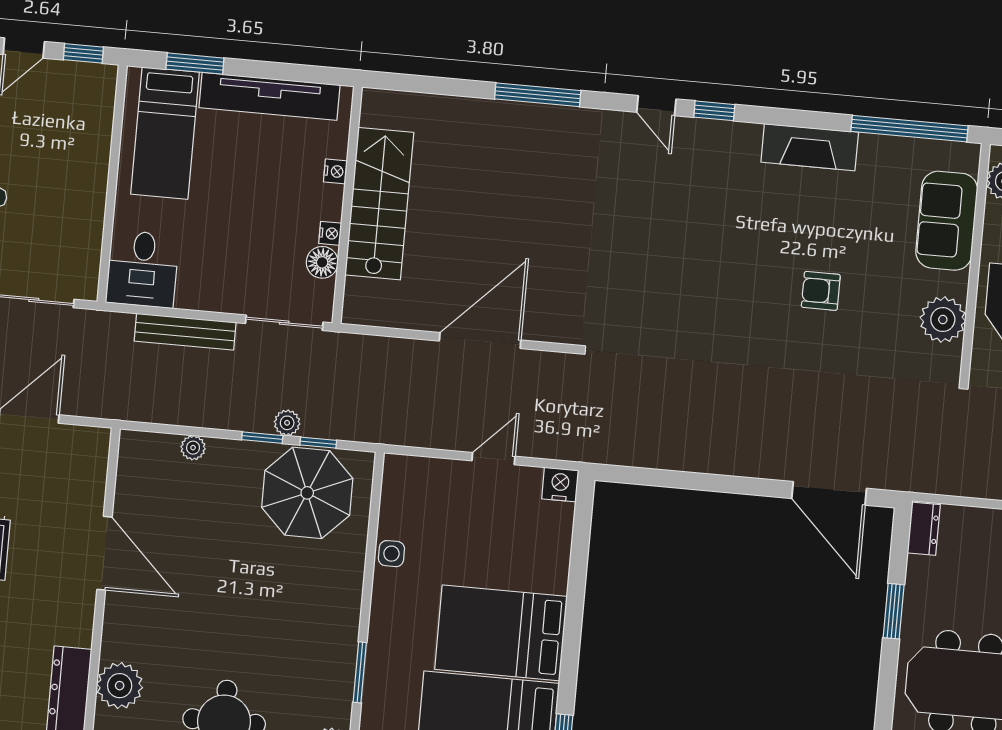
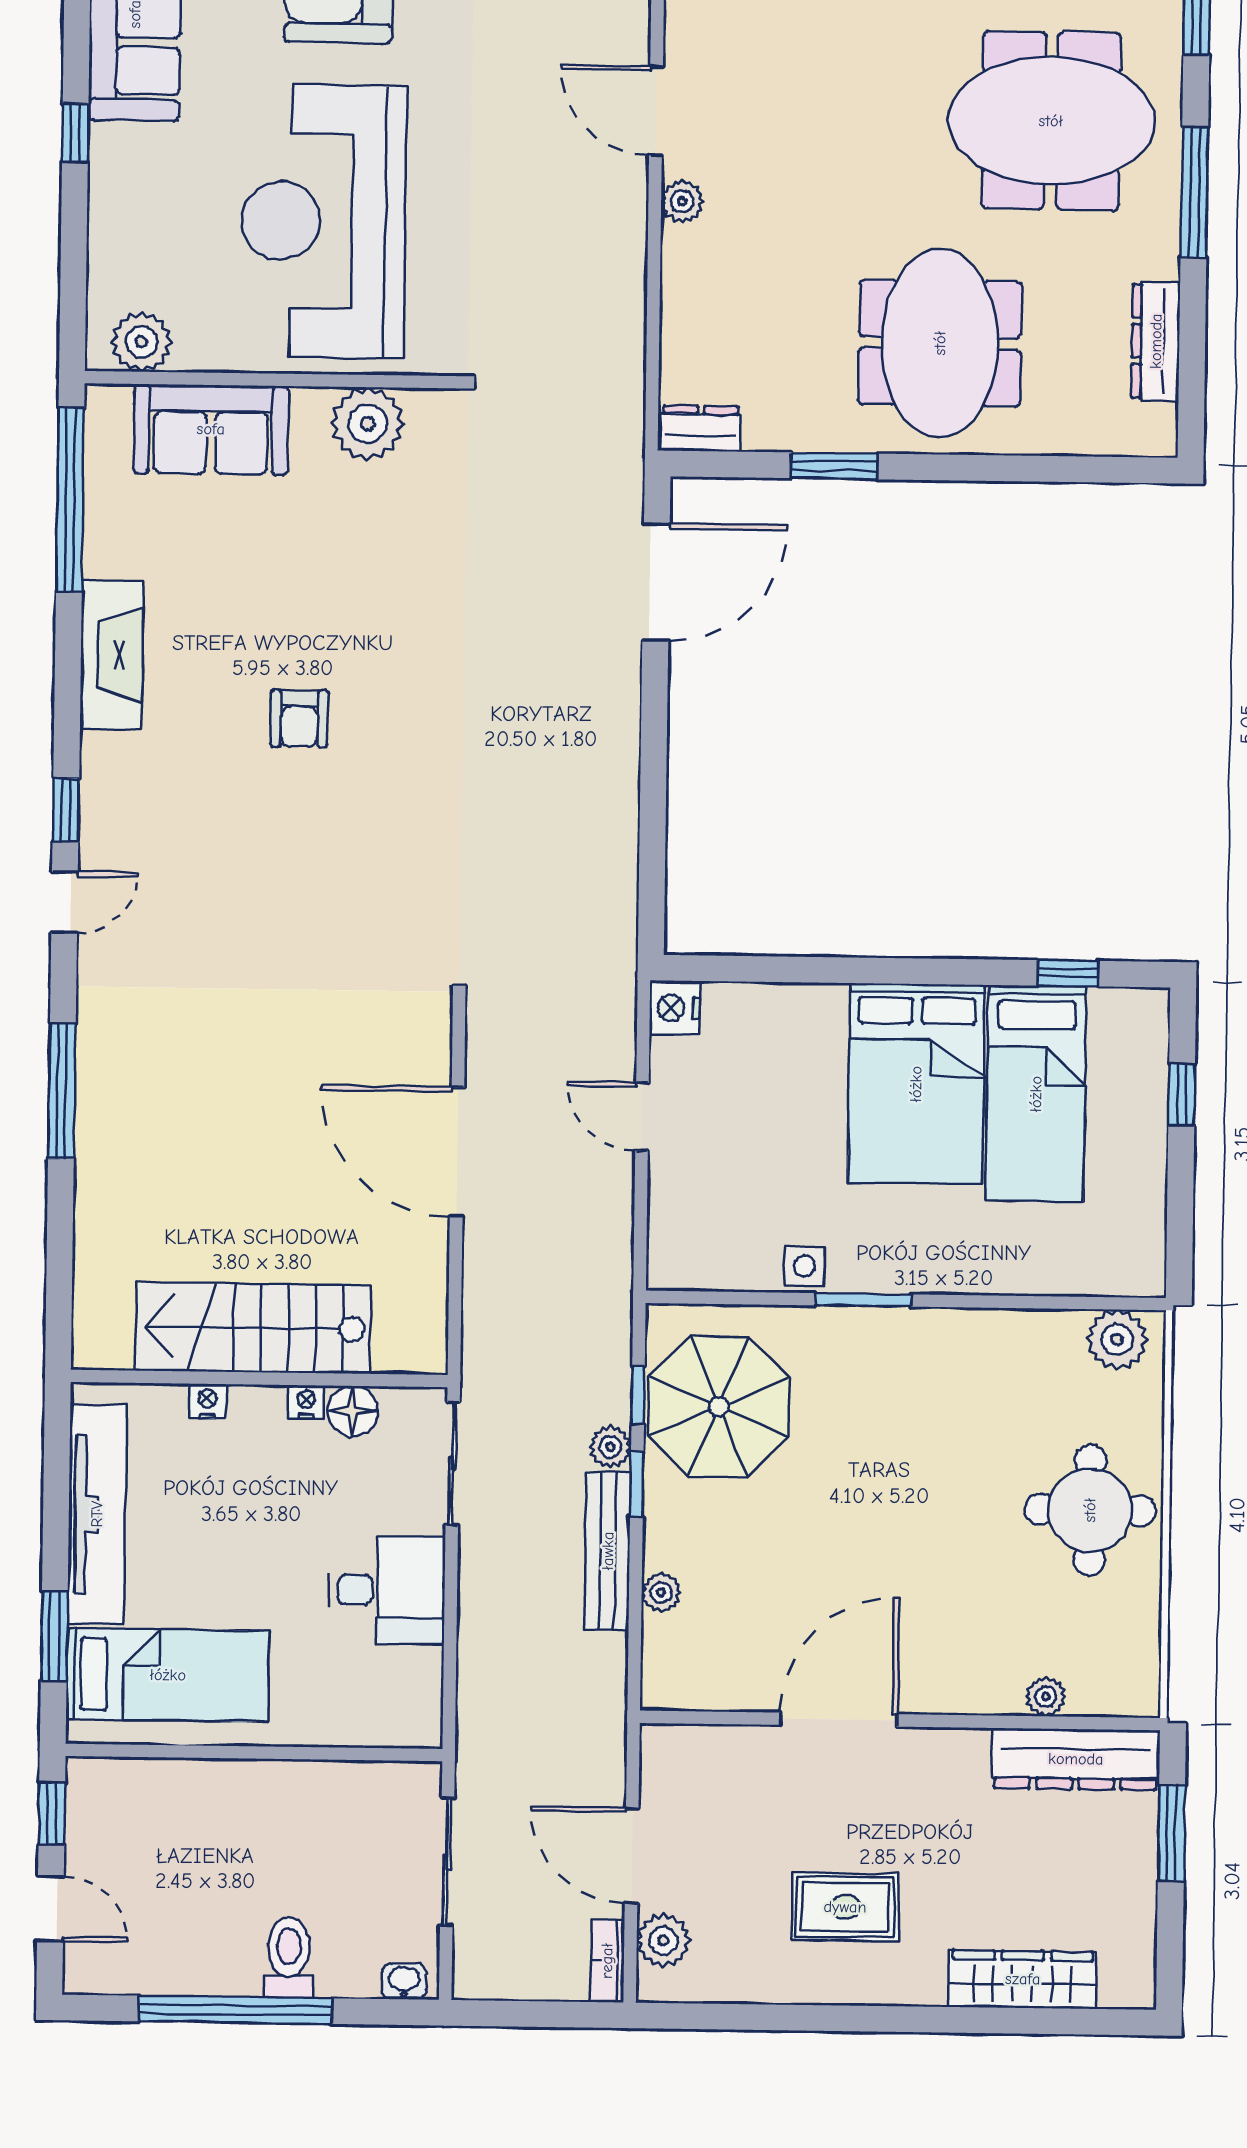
desk: (142, 269) -> (387, 1590), moved
armchair: (821, 291) -> (299, 718), moved
bench: (185, 332) -> (608, 1551), moved
window: (360, 672) -> (864, 1300), moved
plant: (120, 686) -> (1046, 1697), width x0.53, depth x0.53

